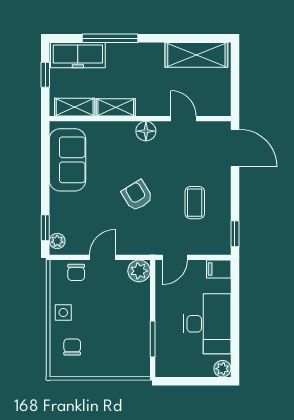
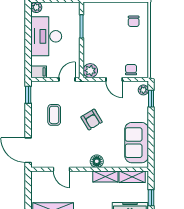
floor lamp: (146, 131) -> (97, 161), moved
door: (102, 257) -> (114, 79), hinge flipped
side table: (63, 313) -> (139, 44), removed

